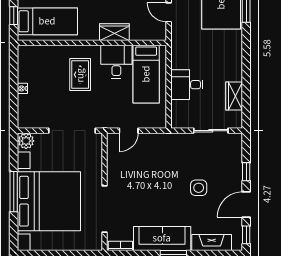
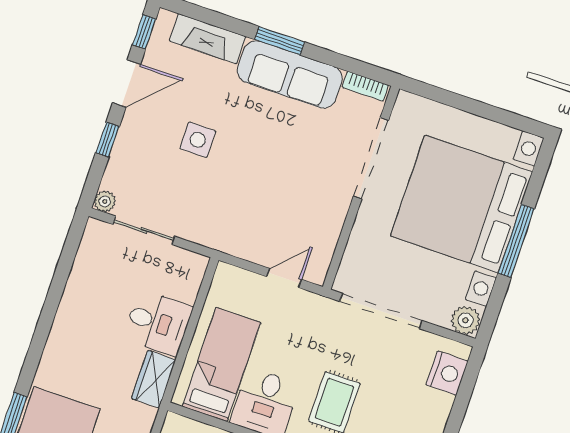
nightstand: (22, 88) -> (447, 373), moved, width x1.89, depth x1.79
wardrobe: (234, 96) -> (154, 379), moved, turned 180
plant: (236, 139) -> (105, 201), added

